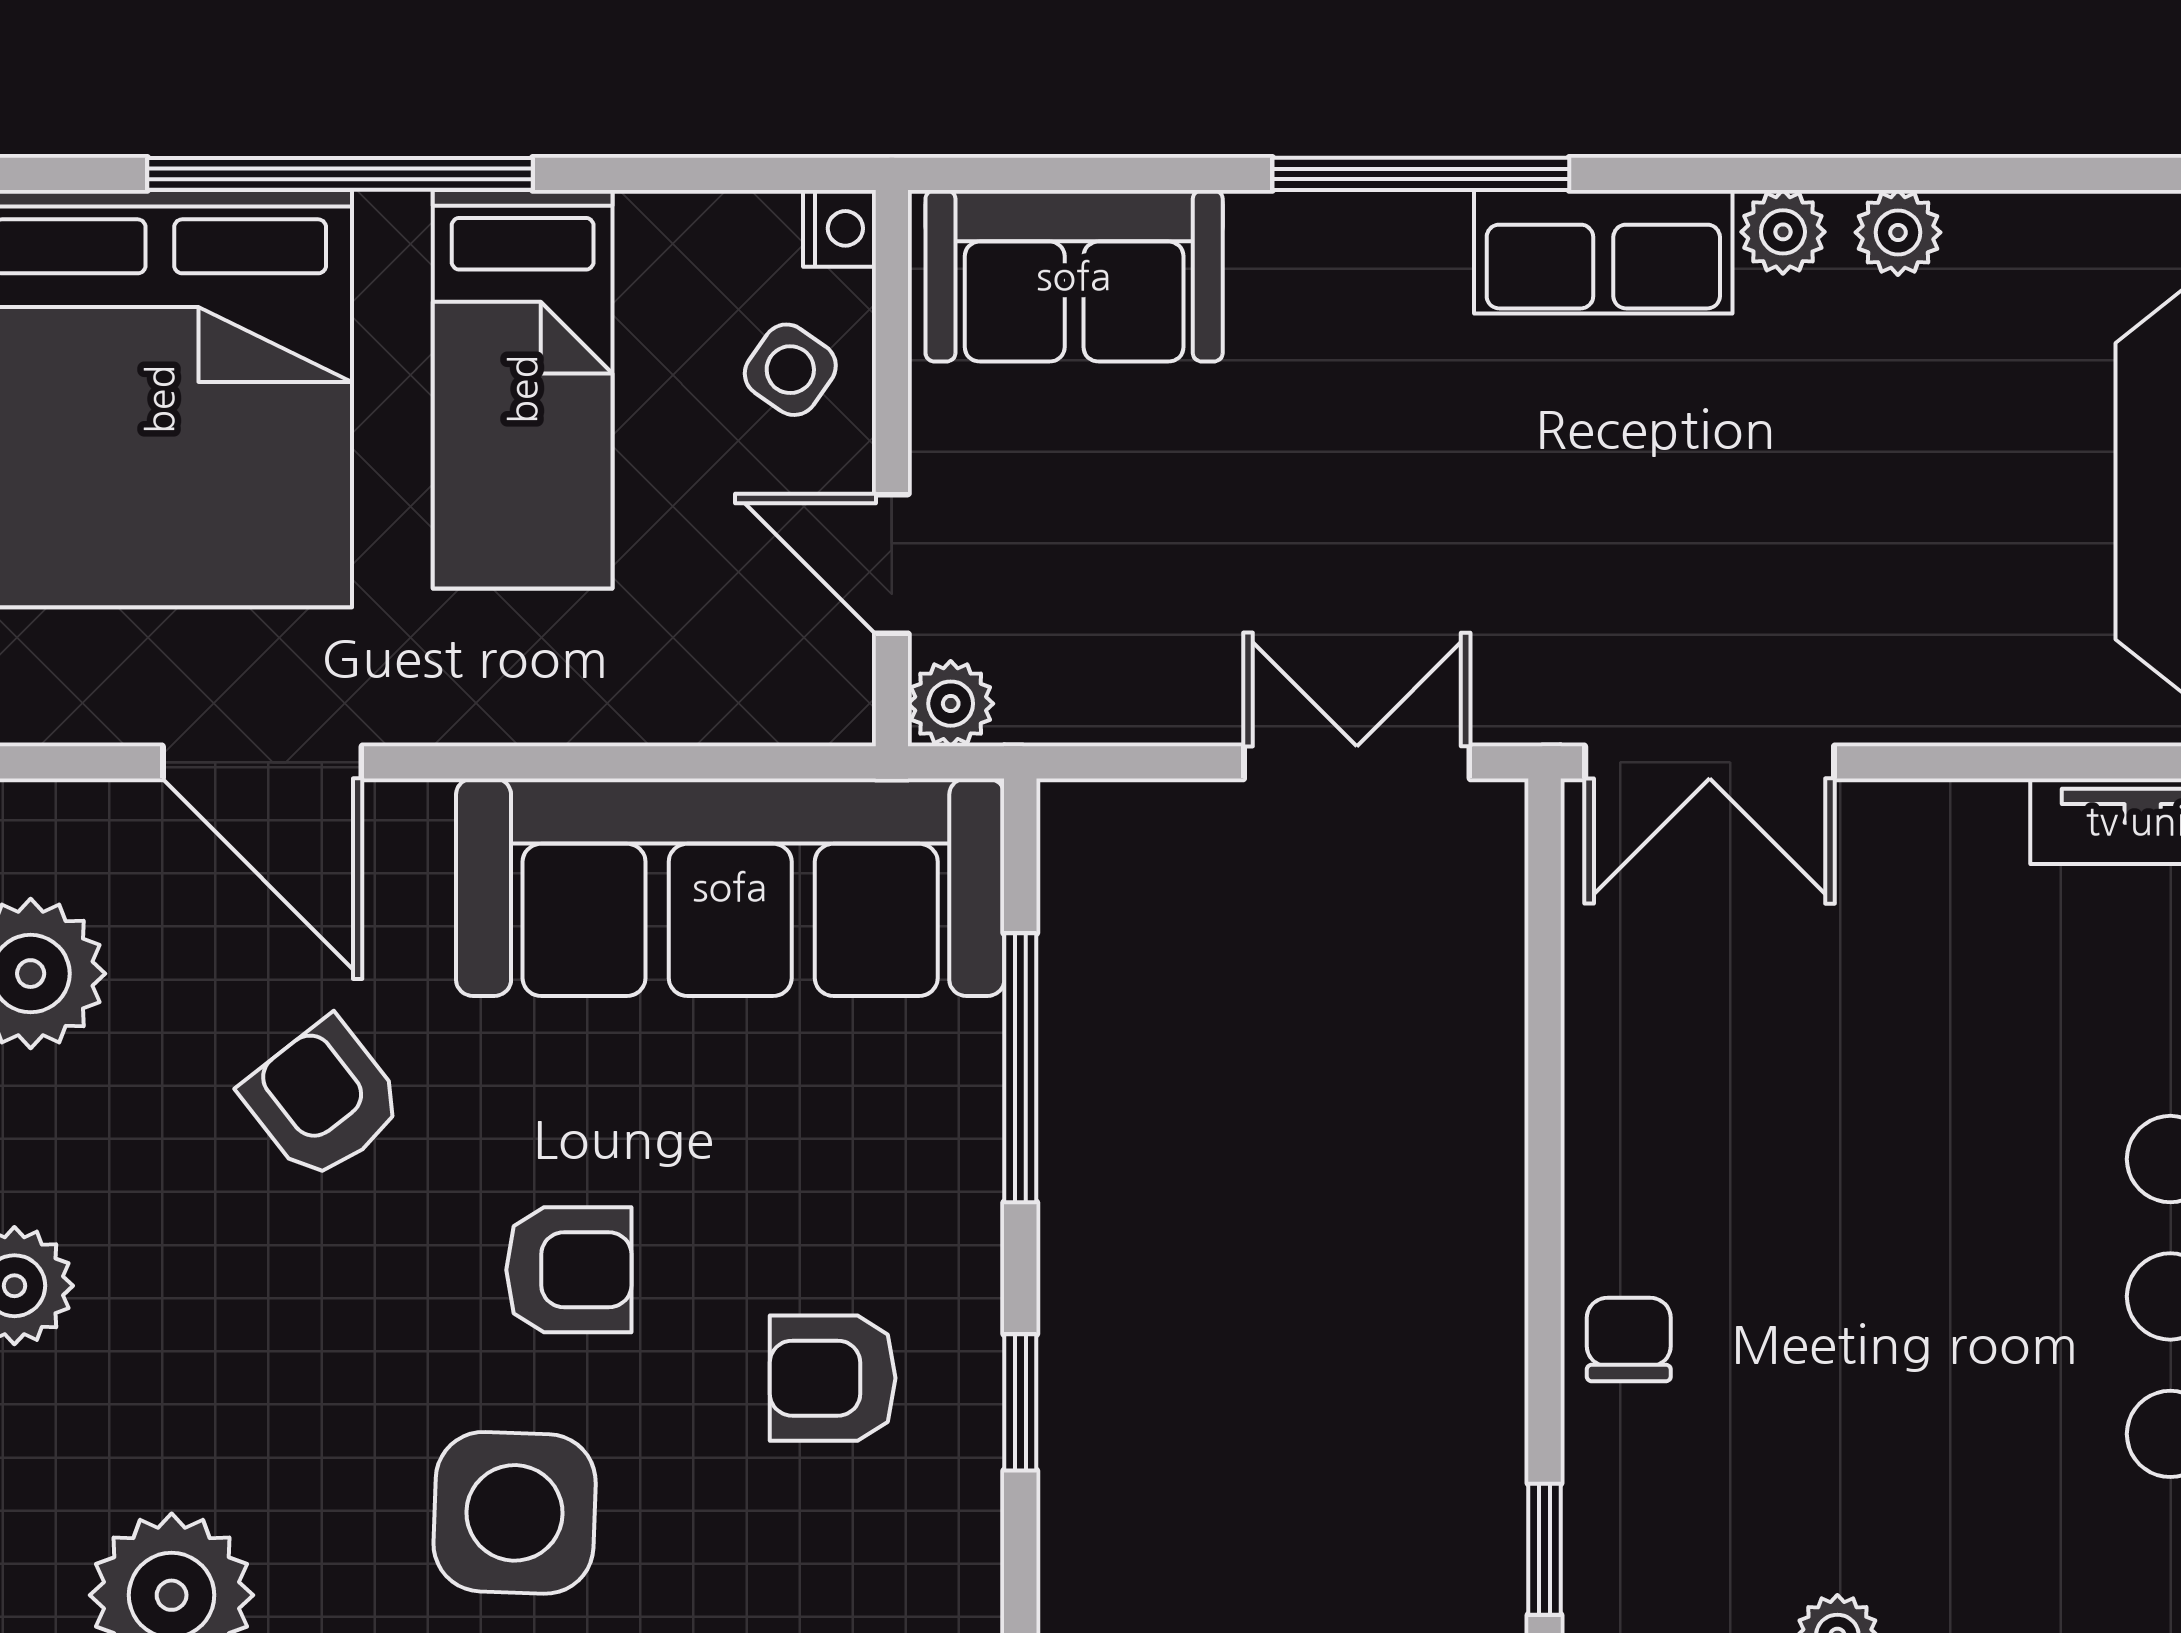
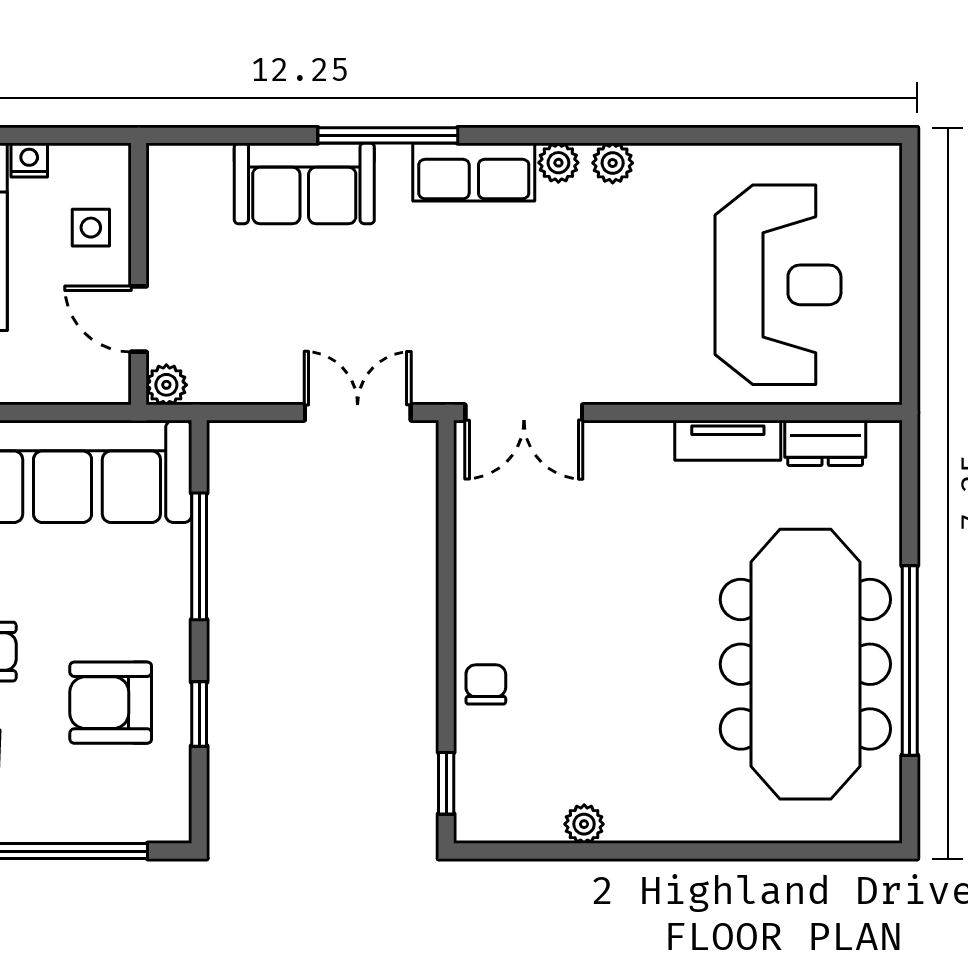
nightstand: (840, 228) -> (29, 160), moved, turned -90
sofa: (1074, 276) -> (304, 183), moved
side table: (790, 370) -> (91, 228), turned -35
armchair: (833, 1378) -> (111, 703), width x1.38, depth x1.38

